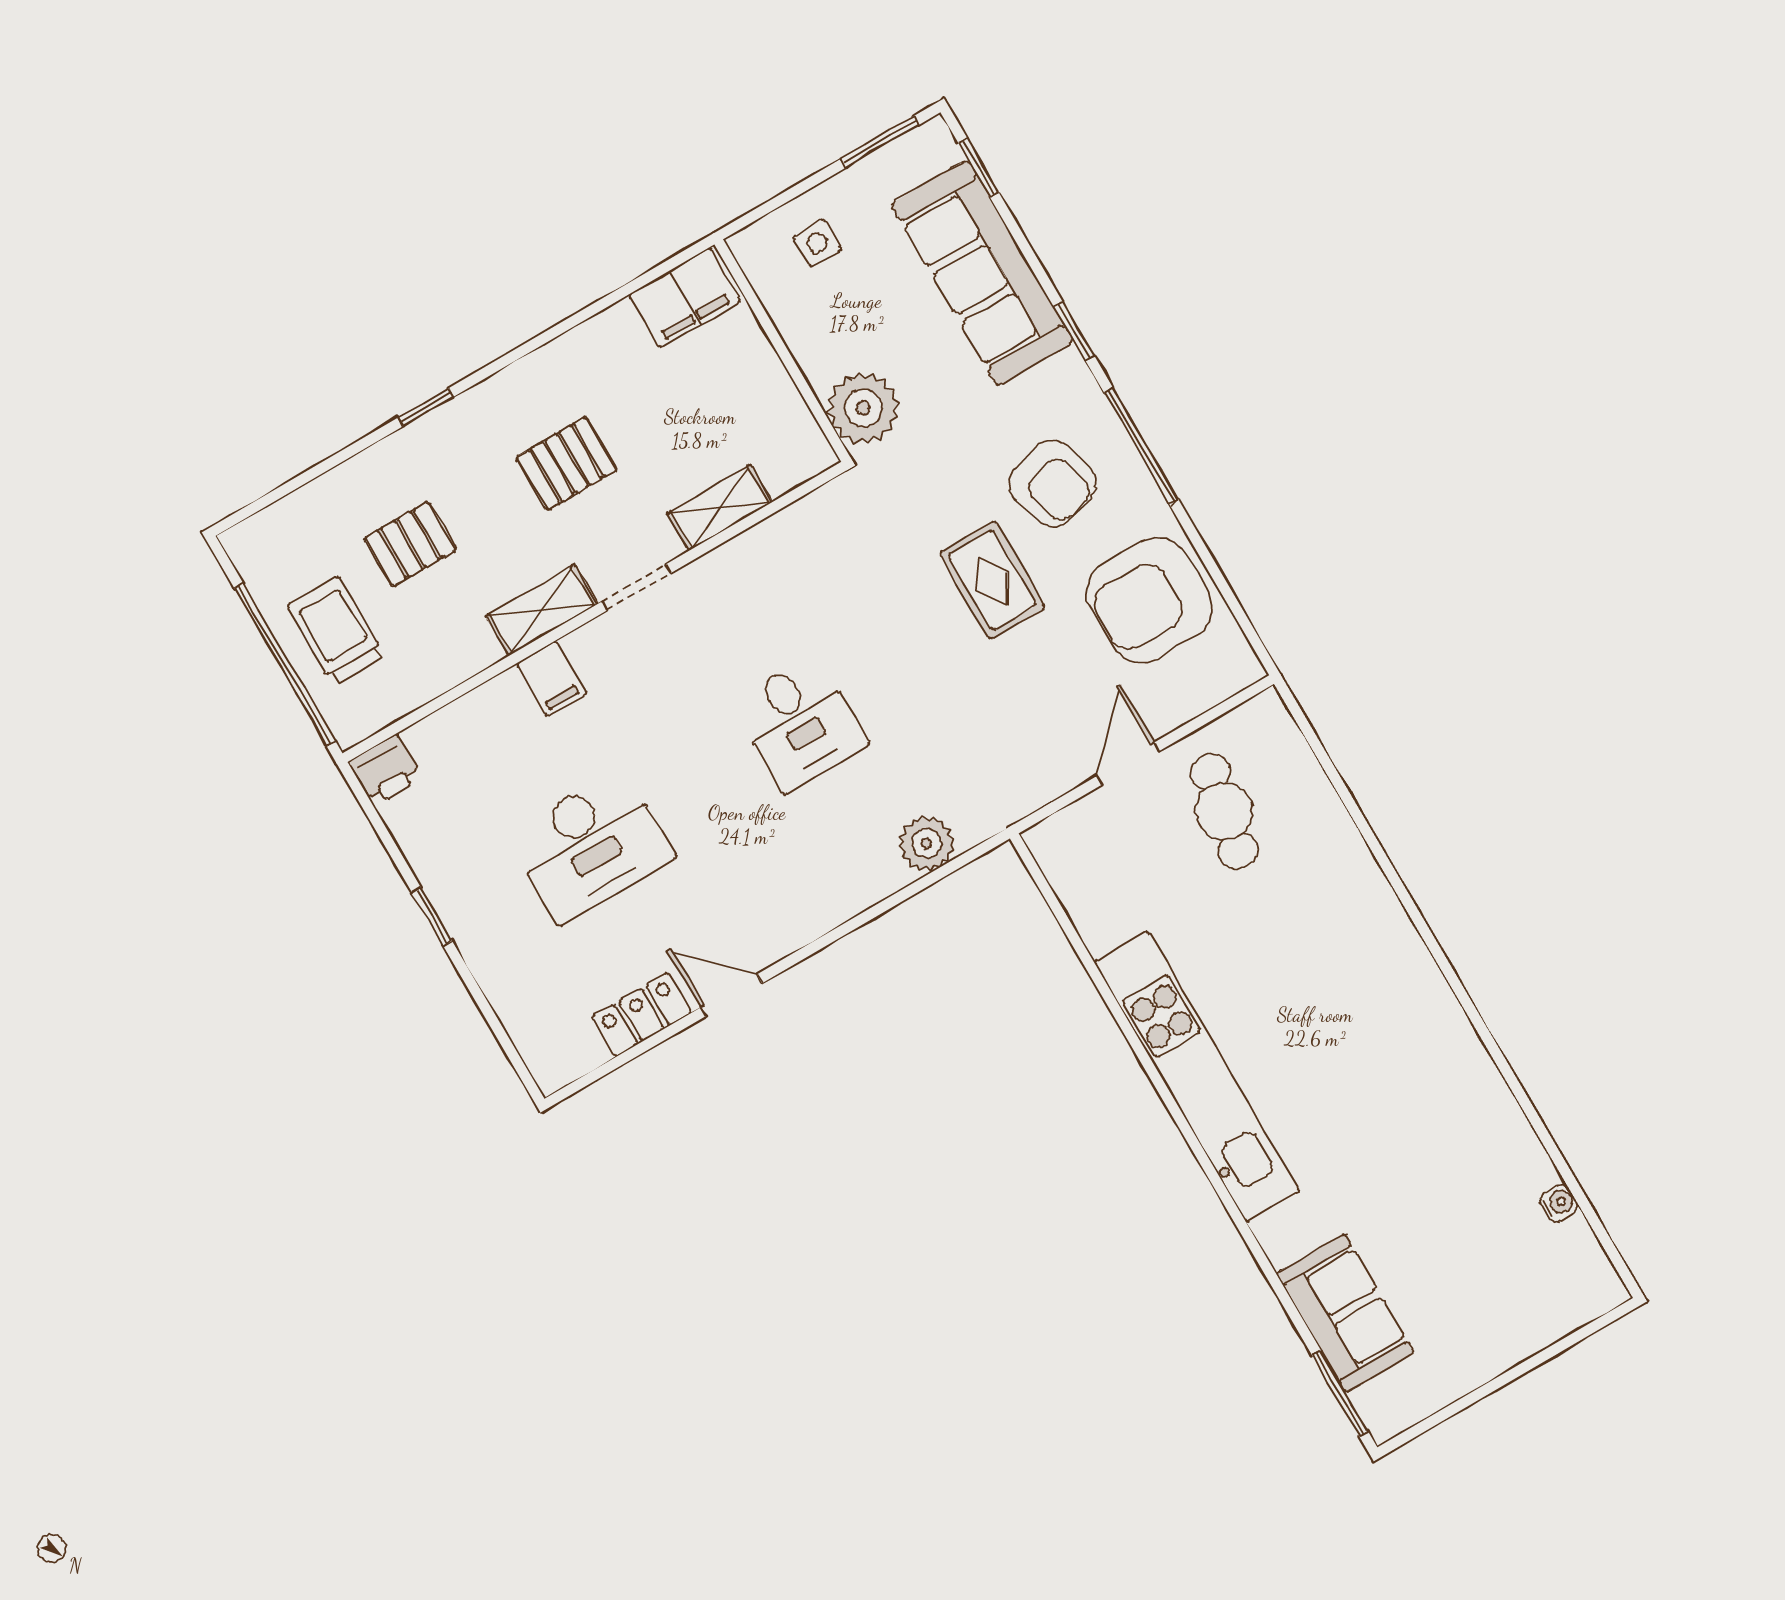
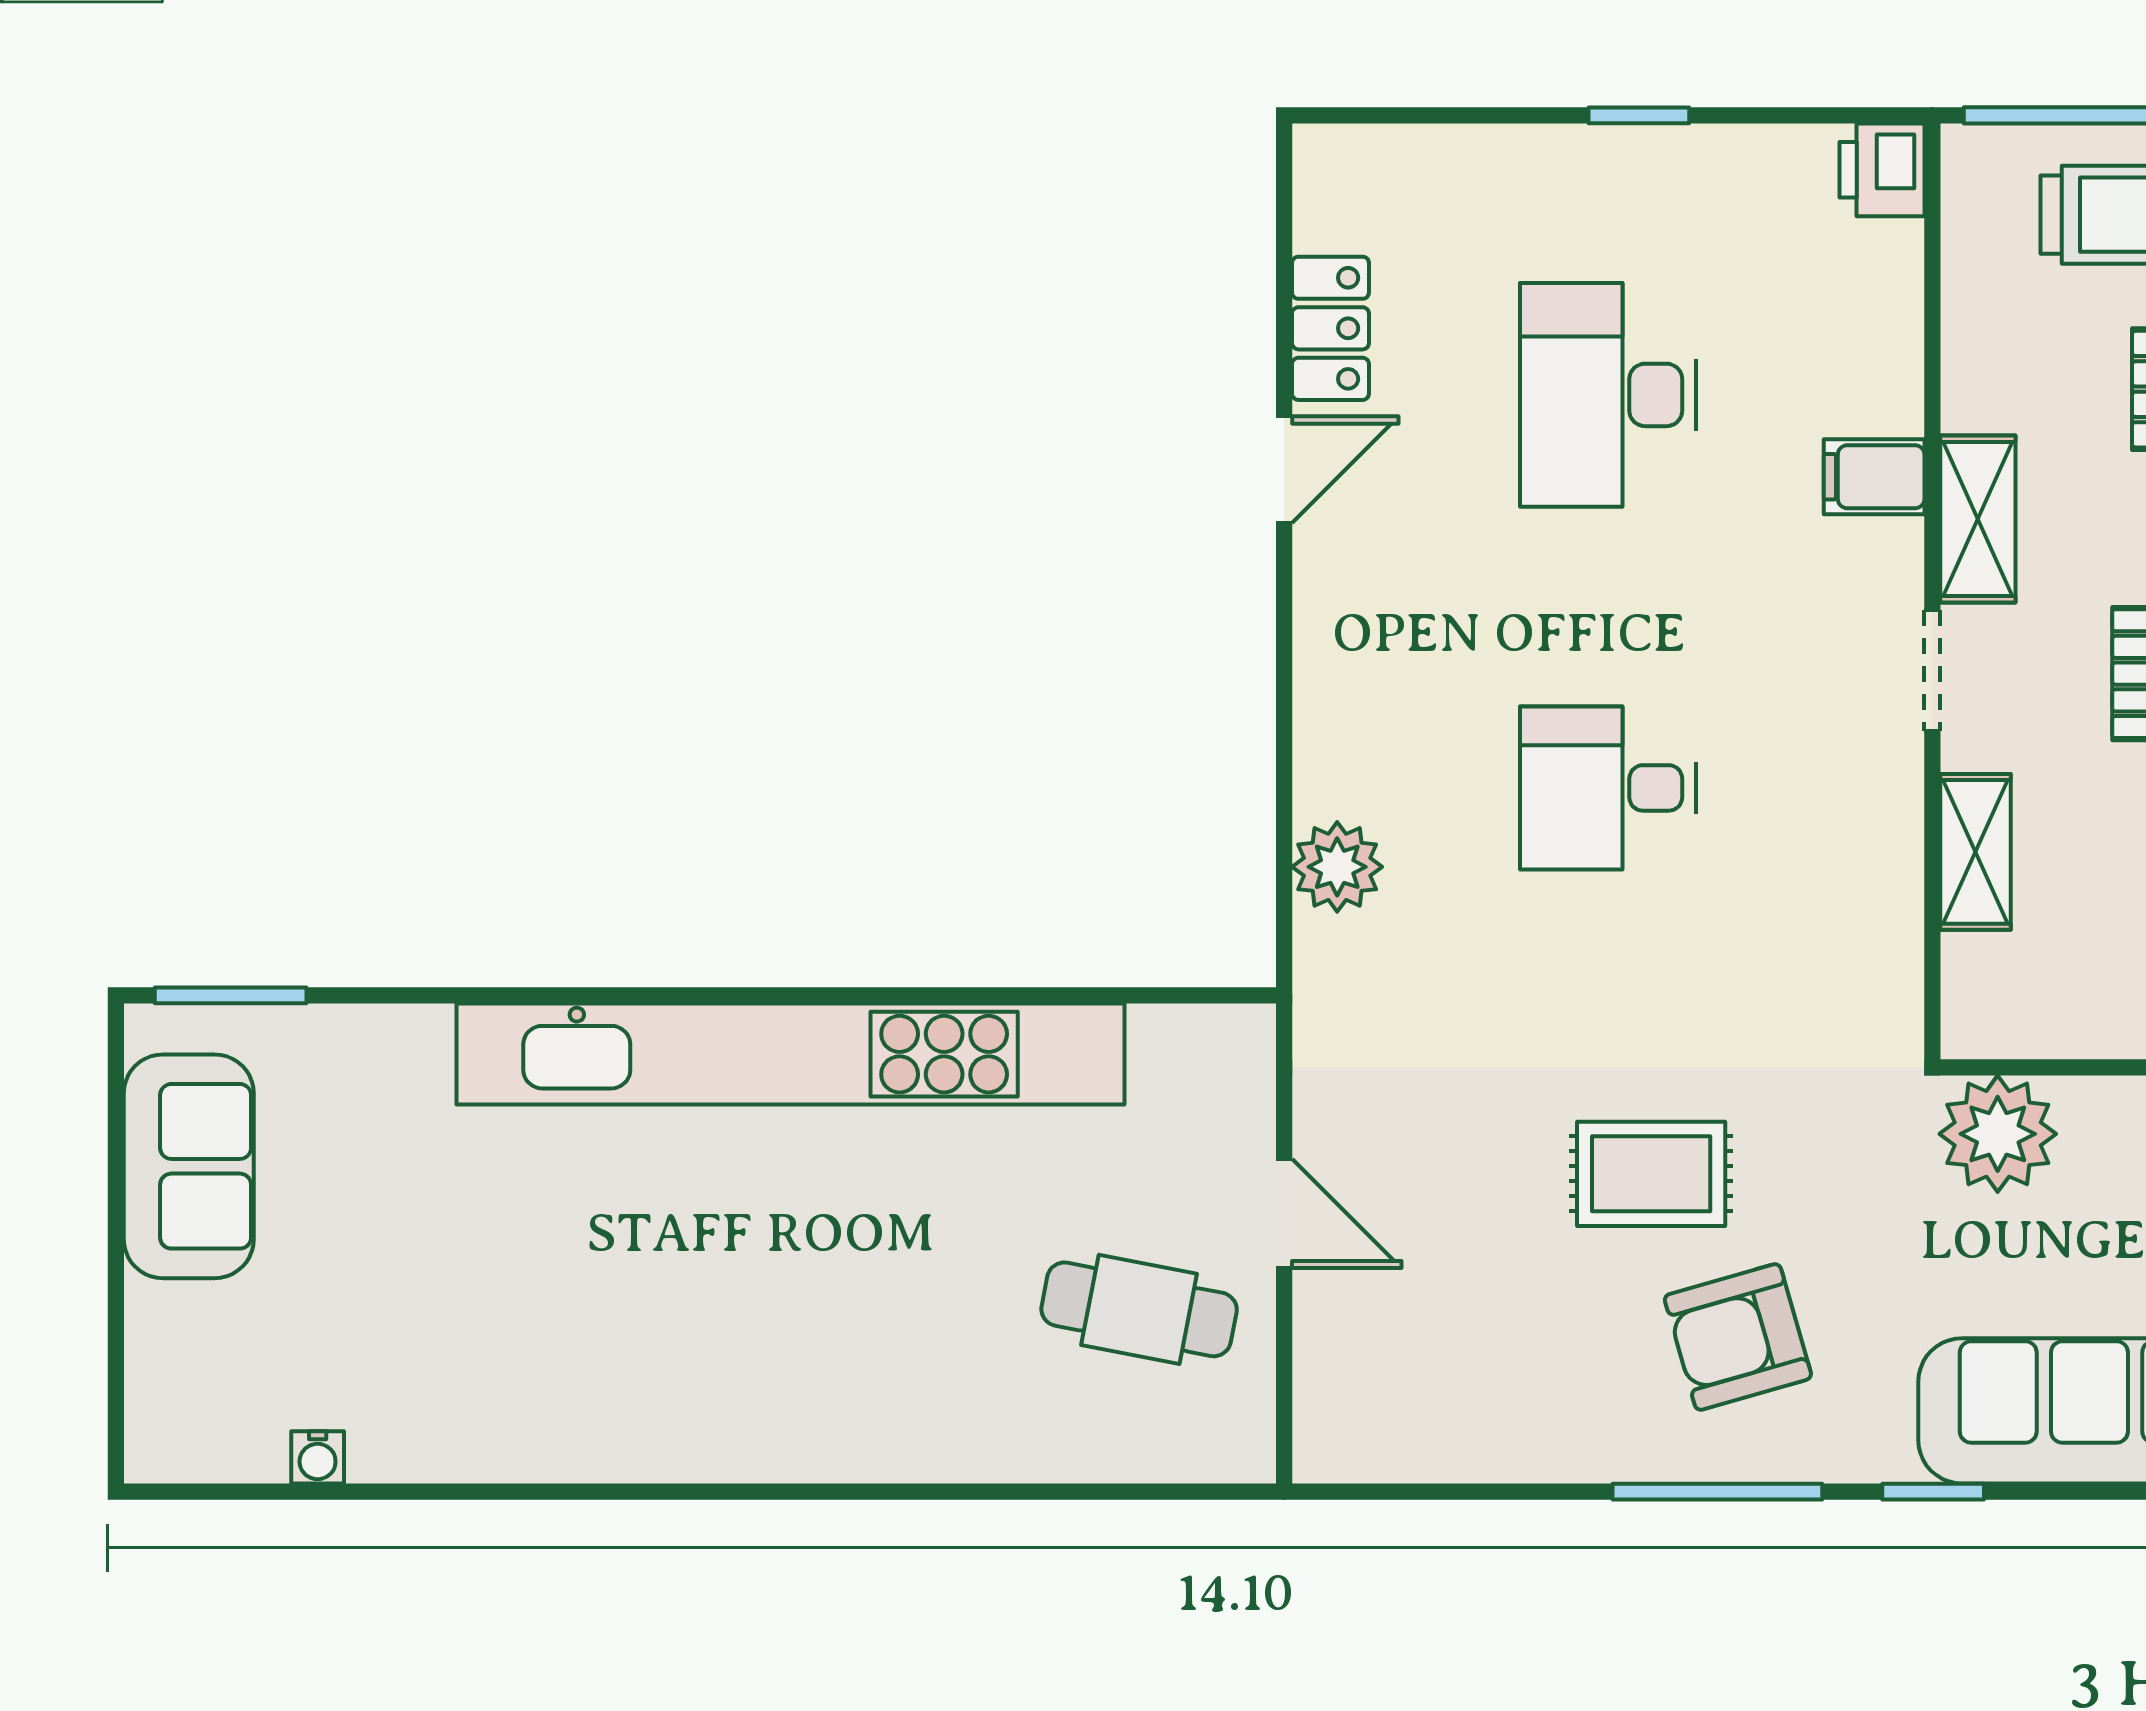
armchair: (1149, 600) -> (1495, 1377), removed
kitchen unit: (1197, 1076) -> (790, 1054), width x1.36
sofa: (1345, 1313) -> (189, 1166), moved, turned -90

